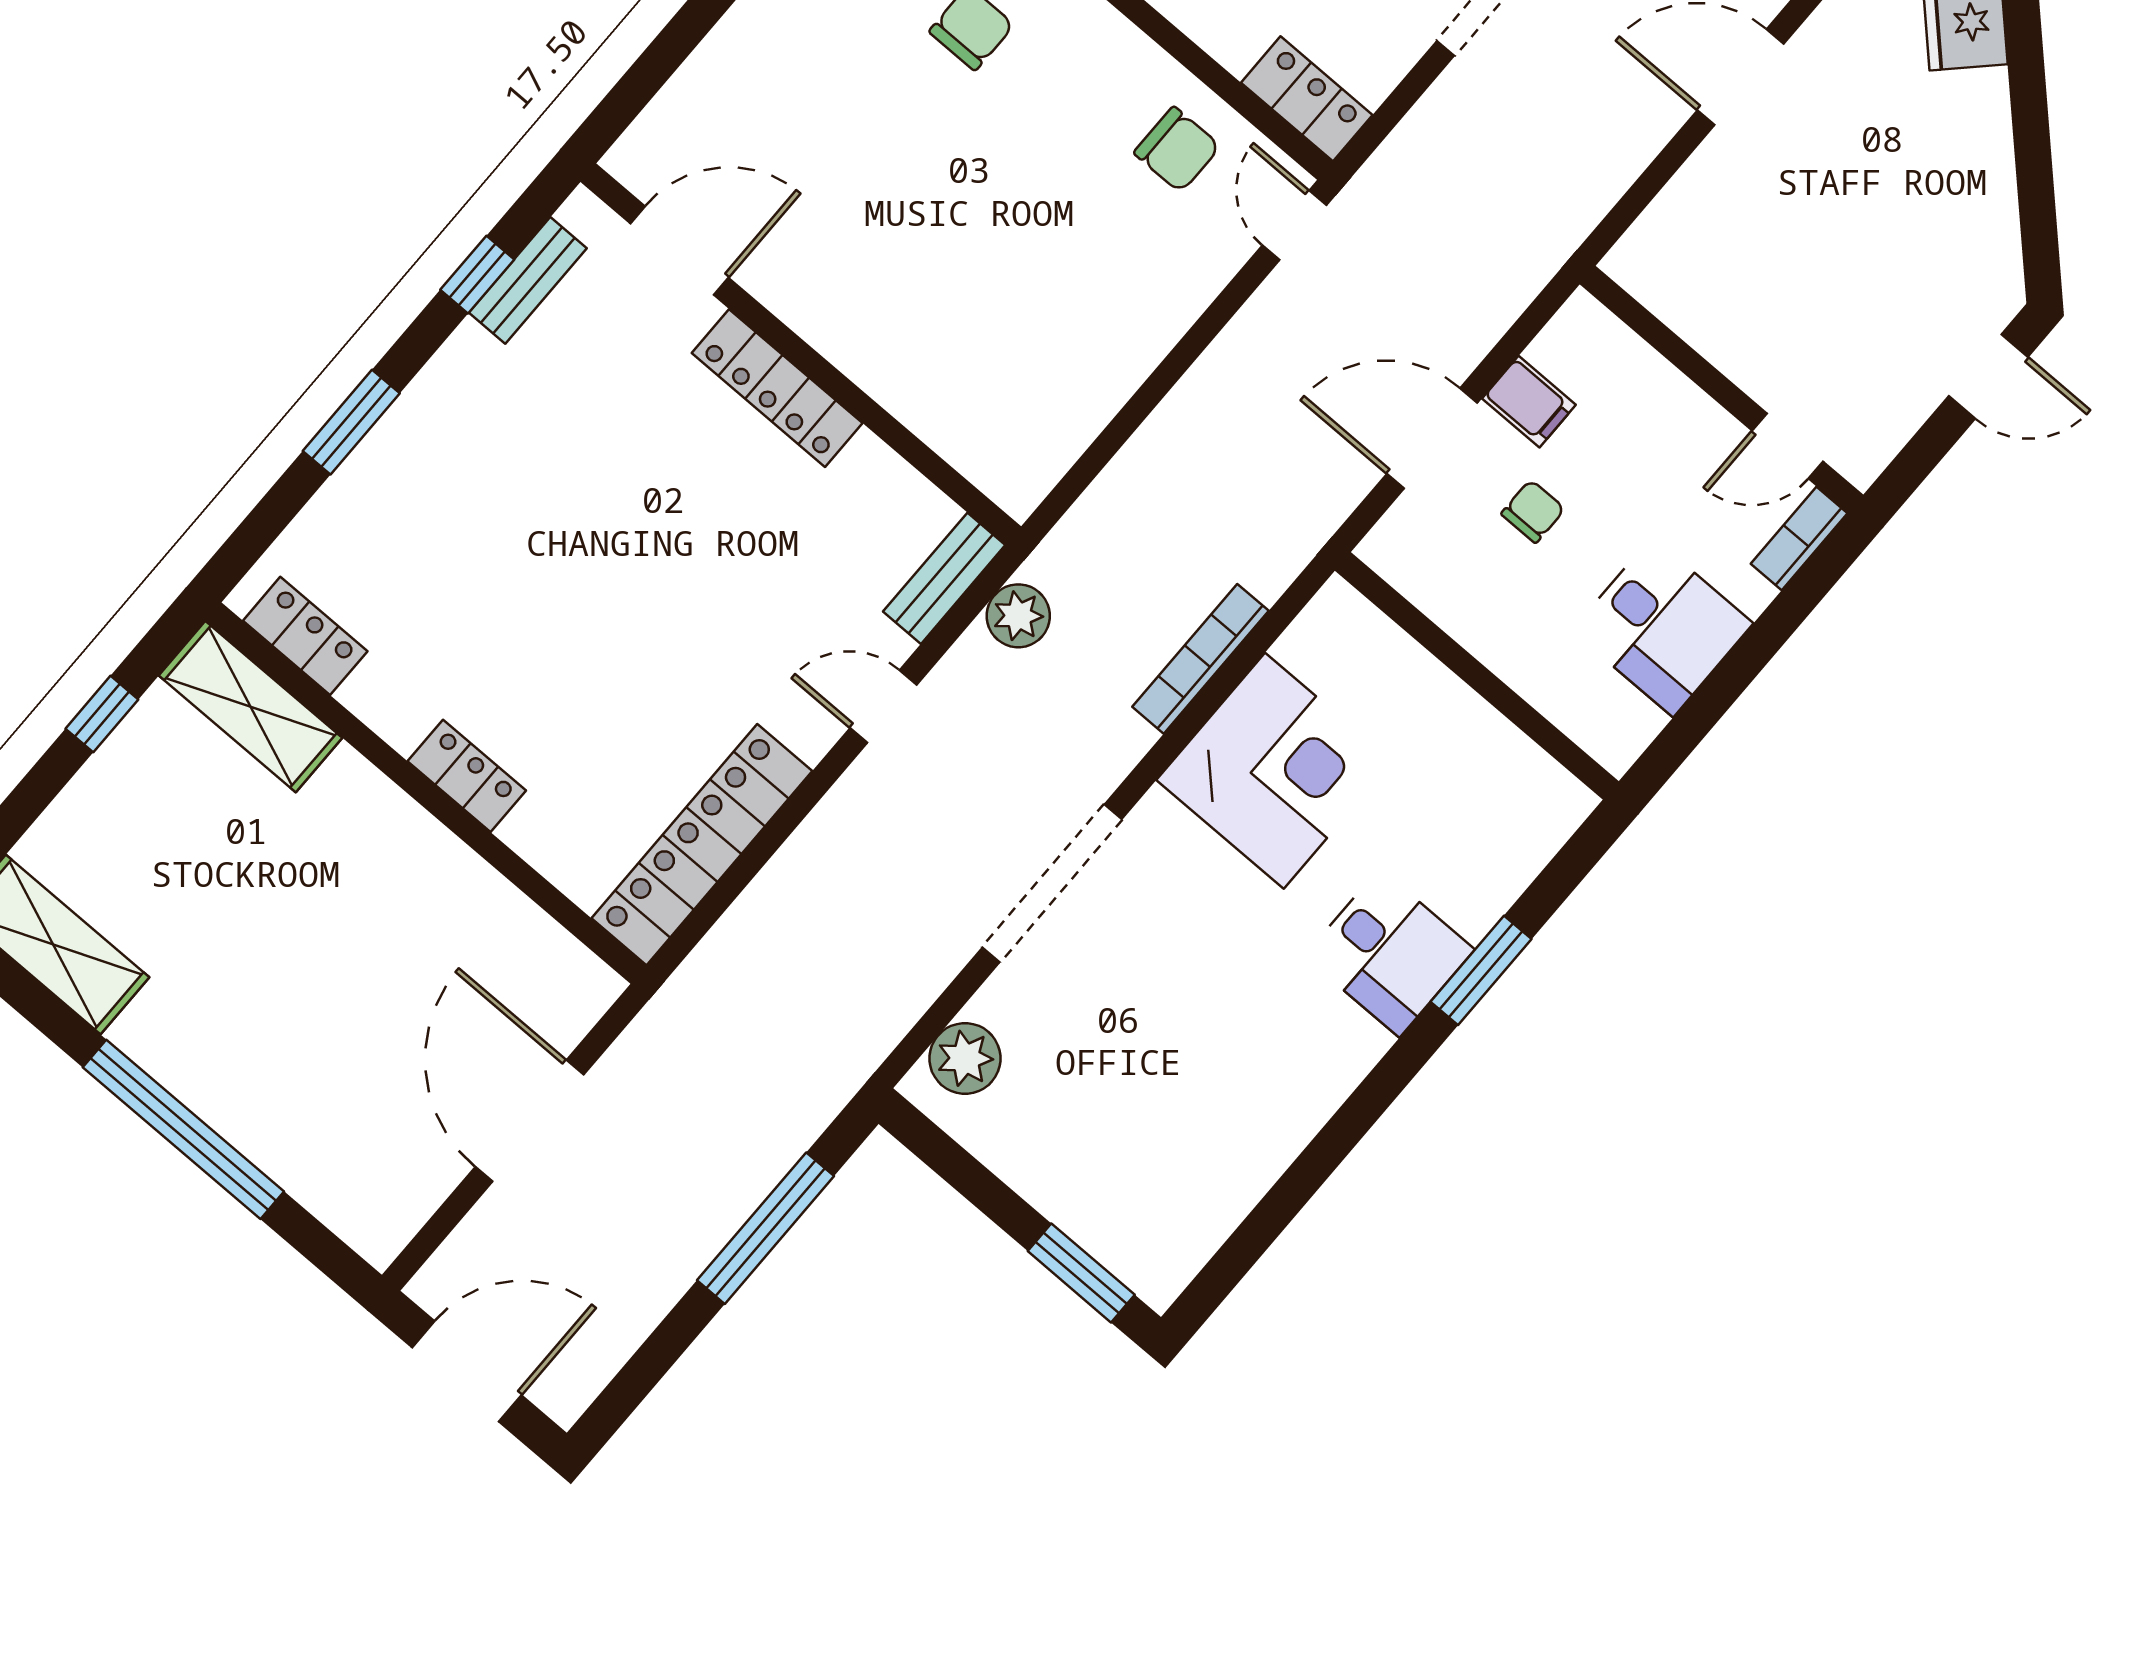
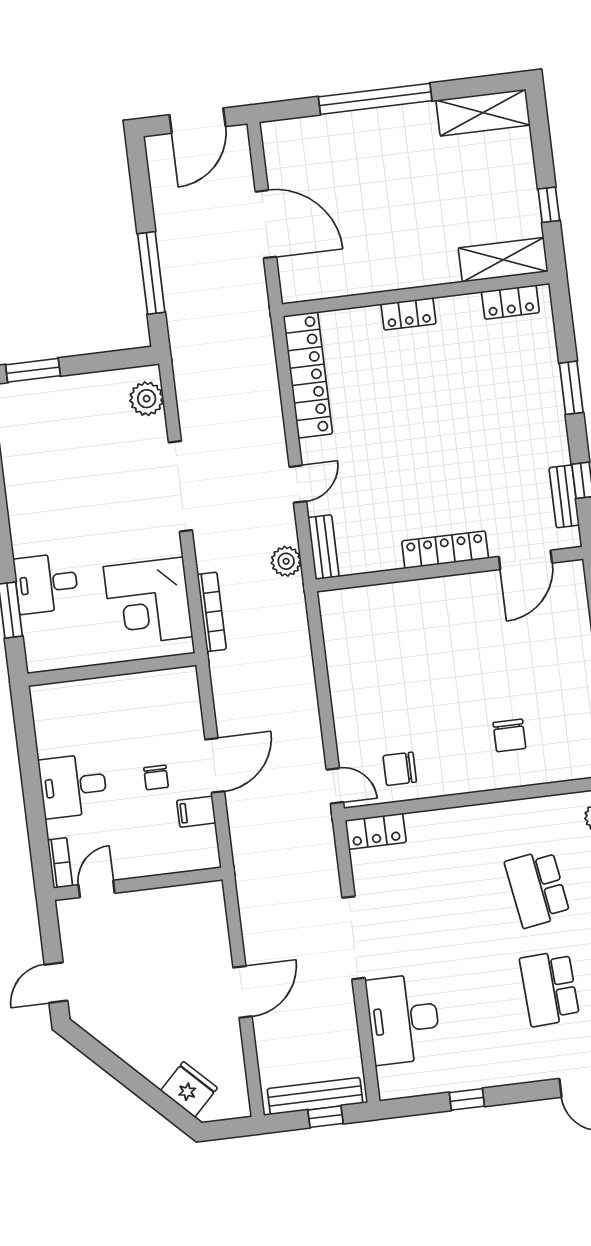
wall: (1477, 676) -> (112, 669), moved

